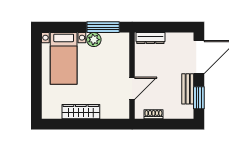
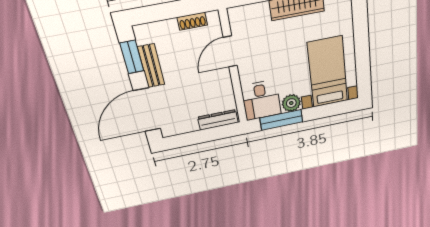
desk: (116, 47) -> (261, 100), added

